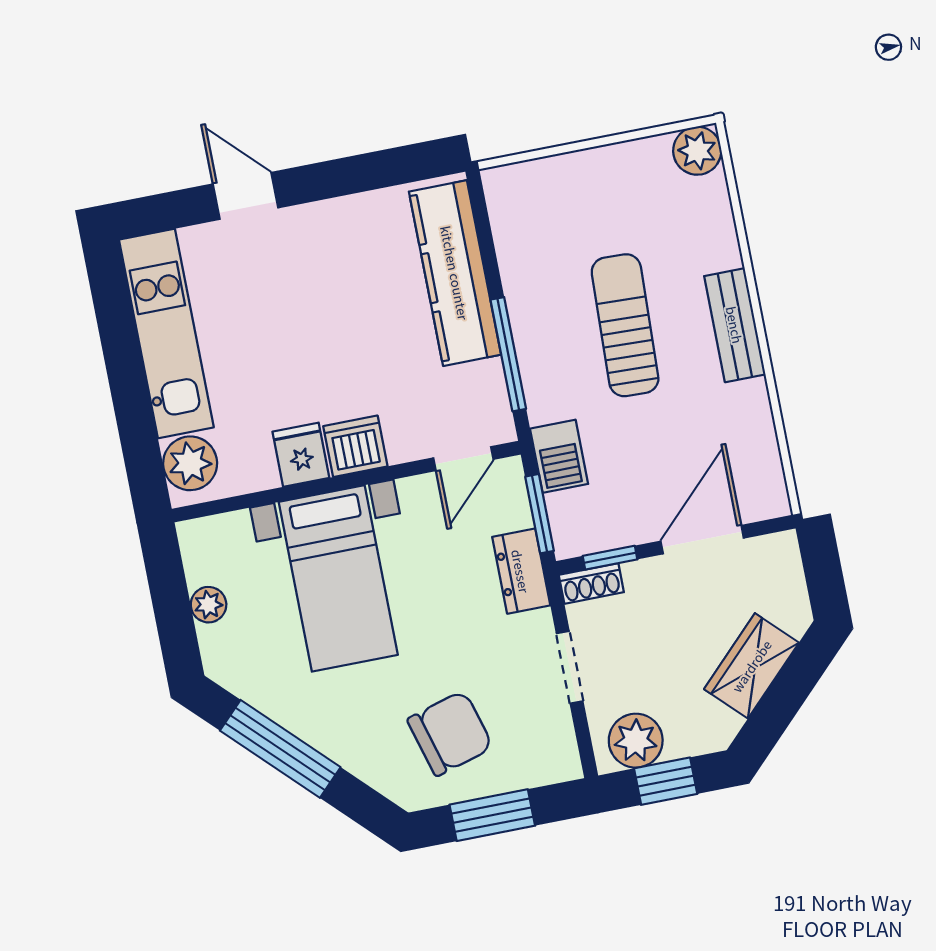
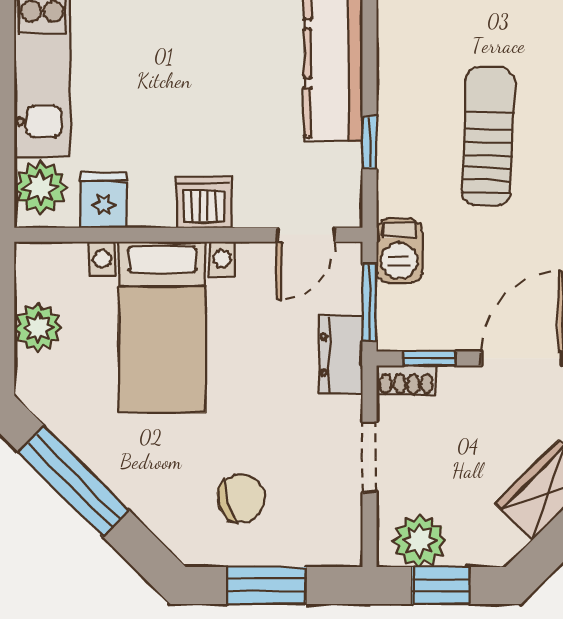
window: (508, 354) -> (369, 142), width x0.46
fridge: (301, 455) -> (104, 200), moved
plant: (209, 605) -> (38, 328), width x1.38, depth x1.38
chair: (450, 733) -> (241, 498), width x0.73, depth x0.73

